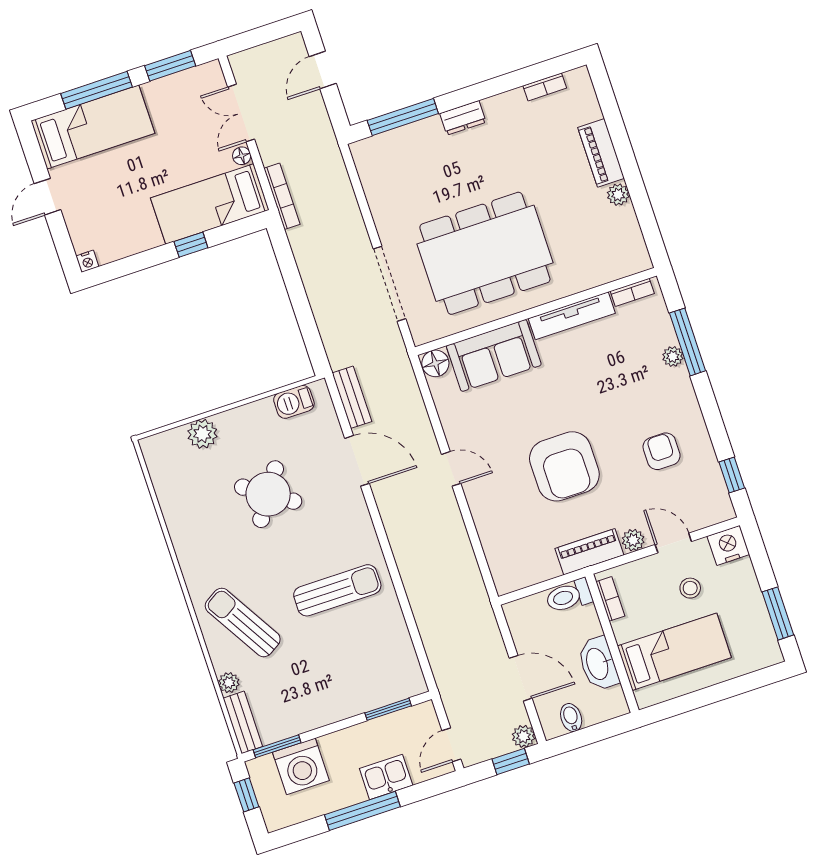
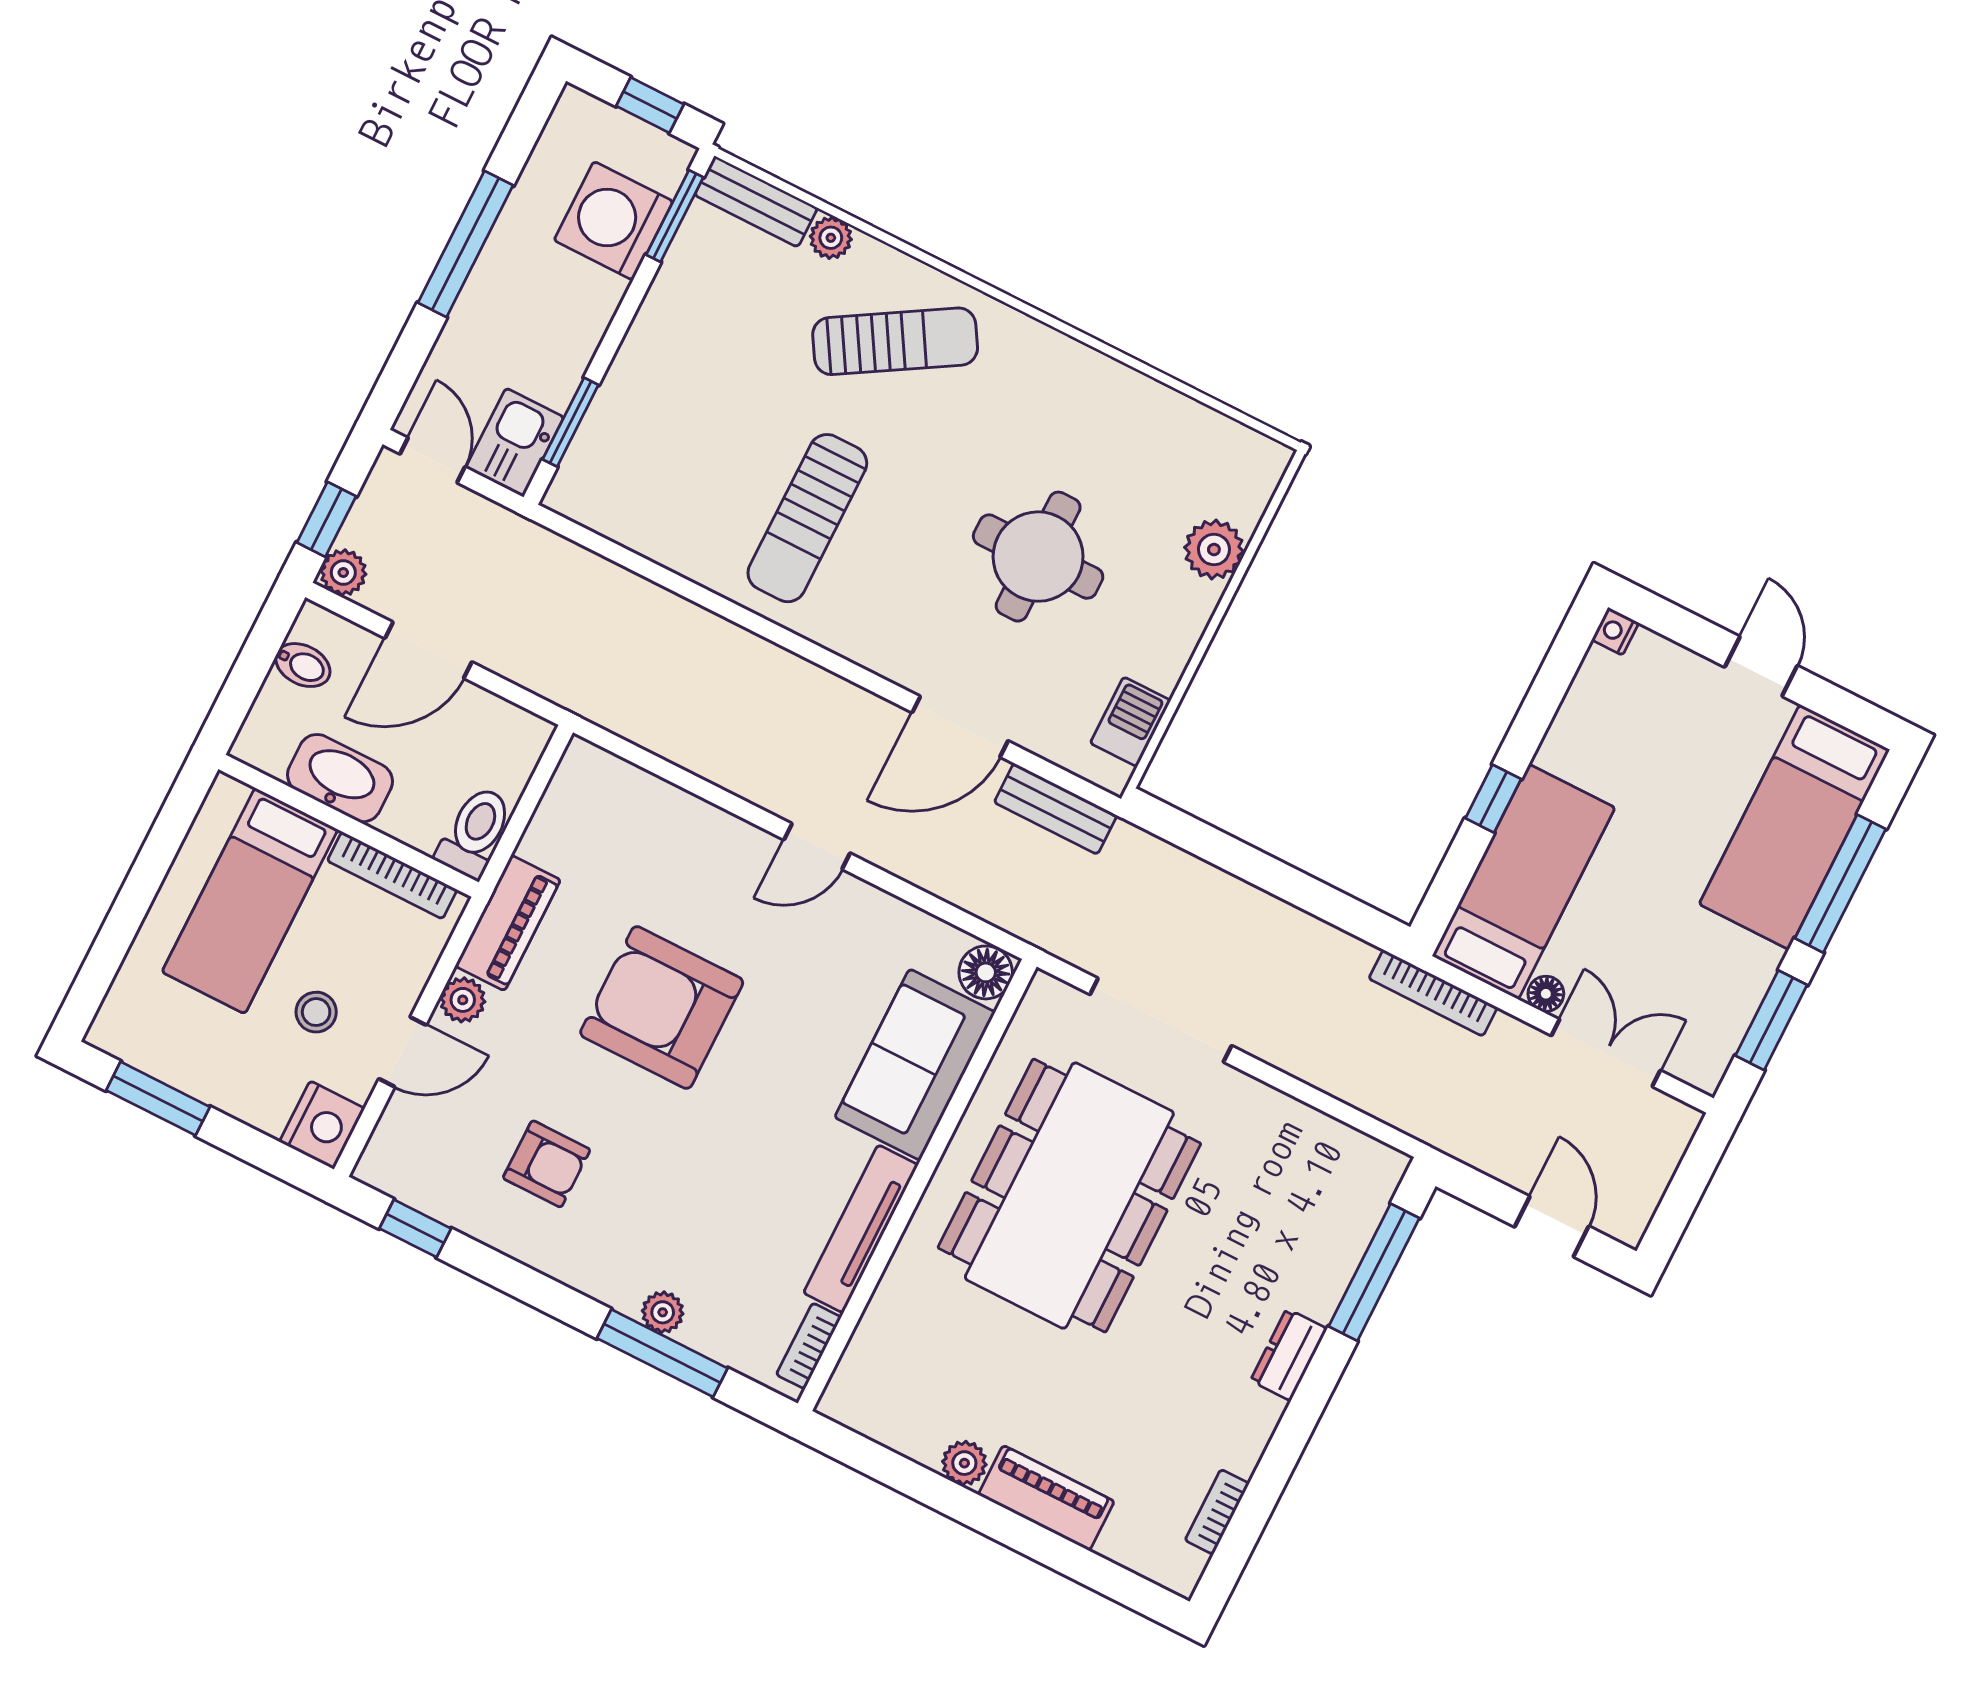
round table: (268, 494) -> (1038, 557), turned -34
bookcase: (610, 599) -> (392, 875), width x1.56
kitchen sink: (386, 777) -> (515, 442), moved, turned 180

